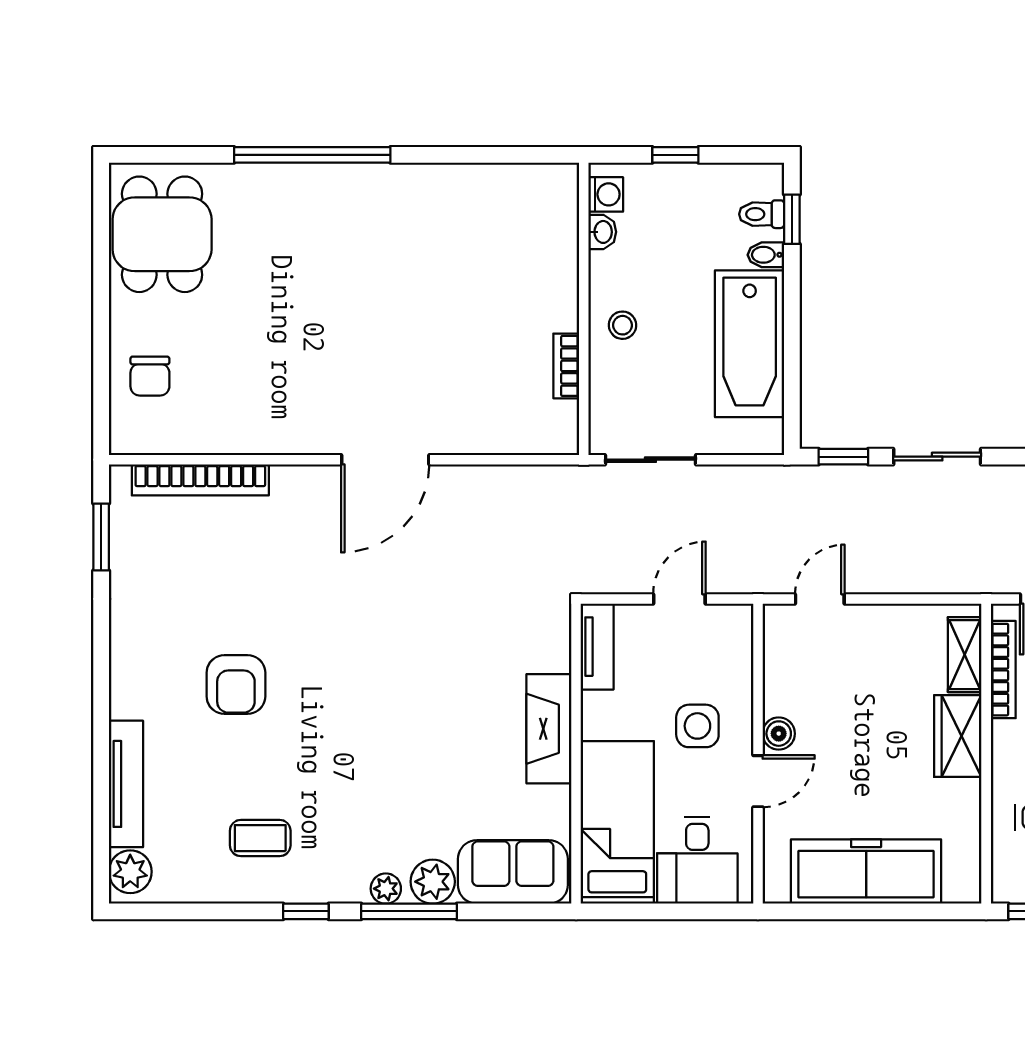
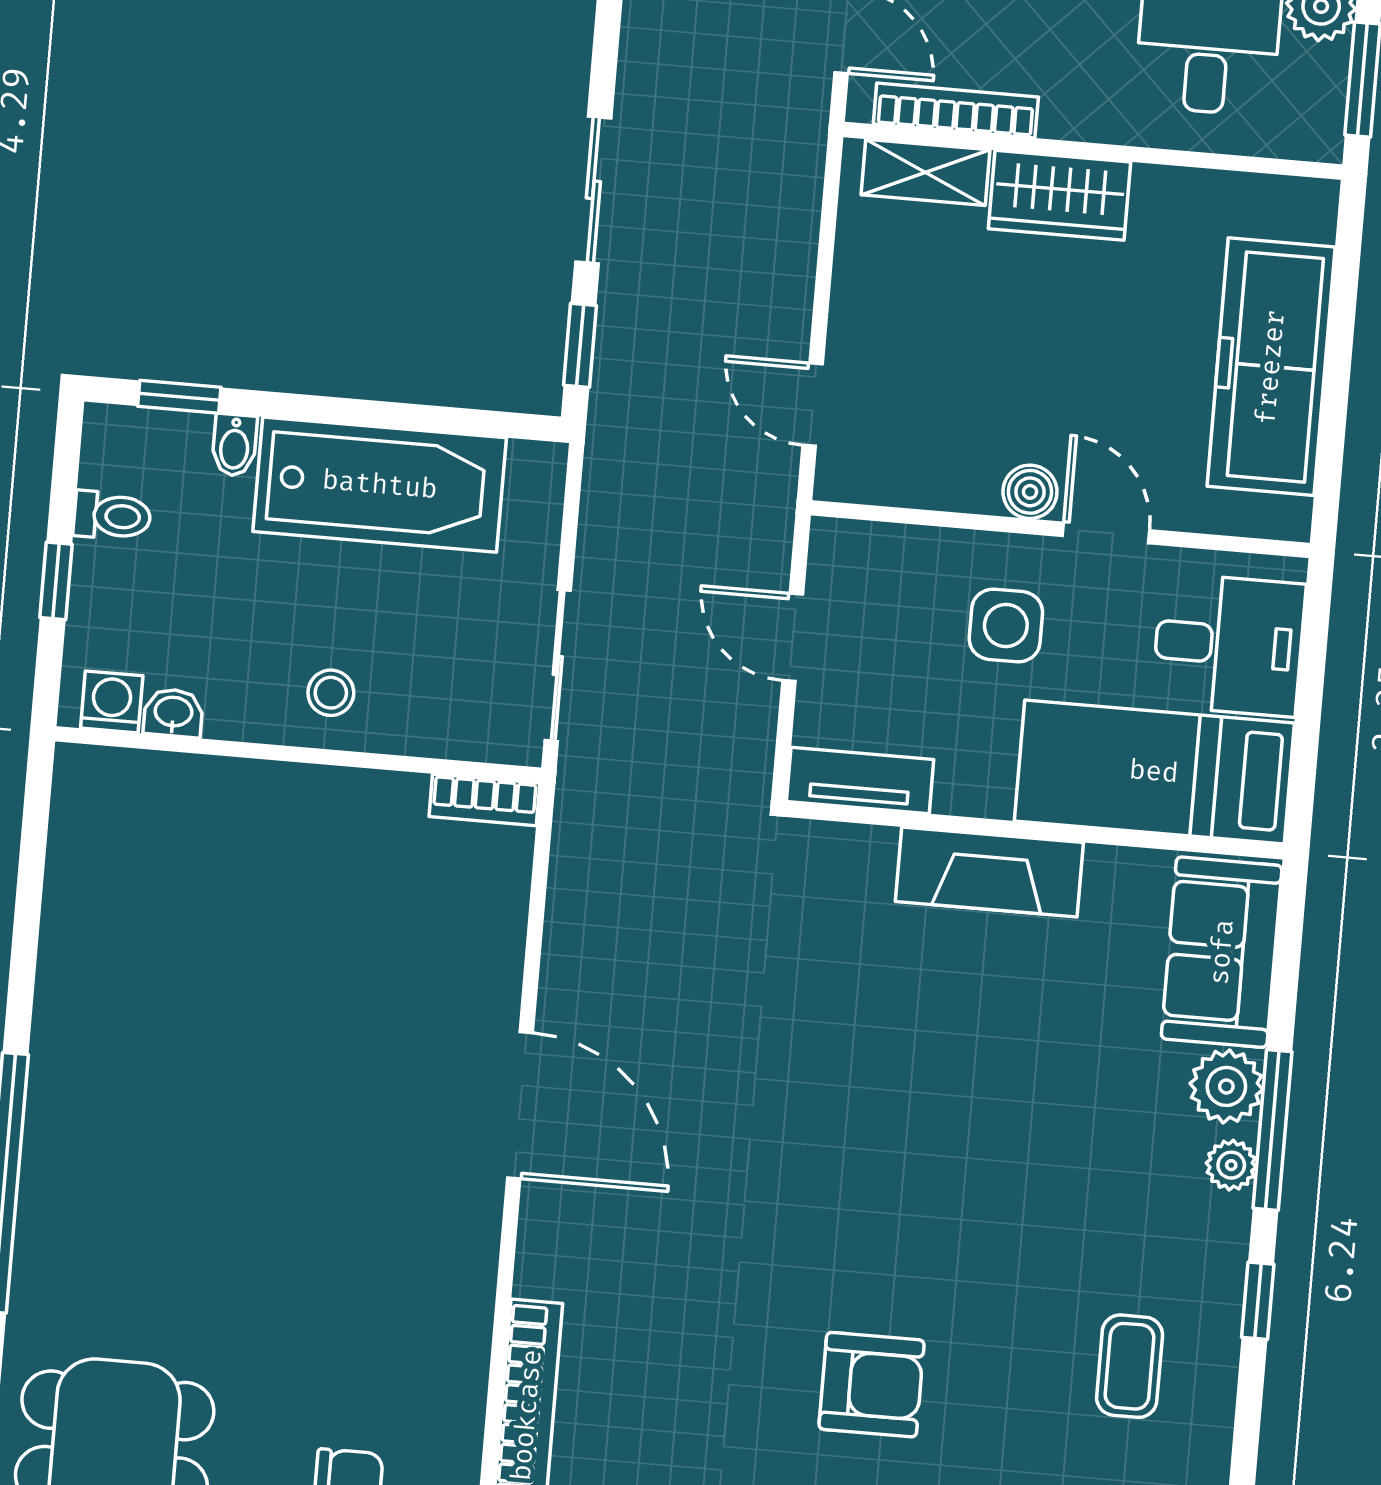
toilet: (762, 214) -> (112, 516), moved, turned -90
bookcase: (566, 366) -> (484, 800), moved

